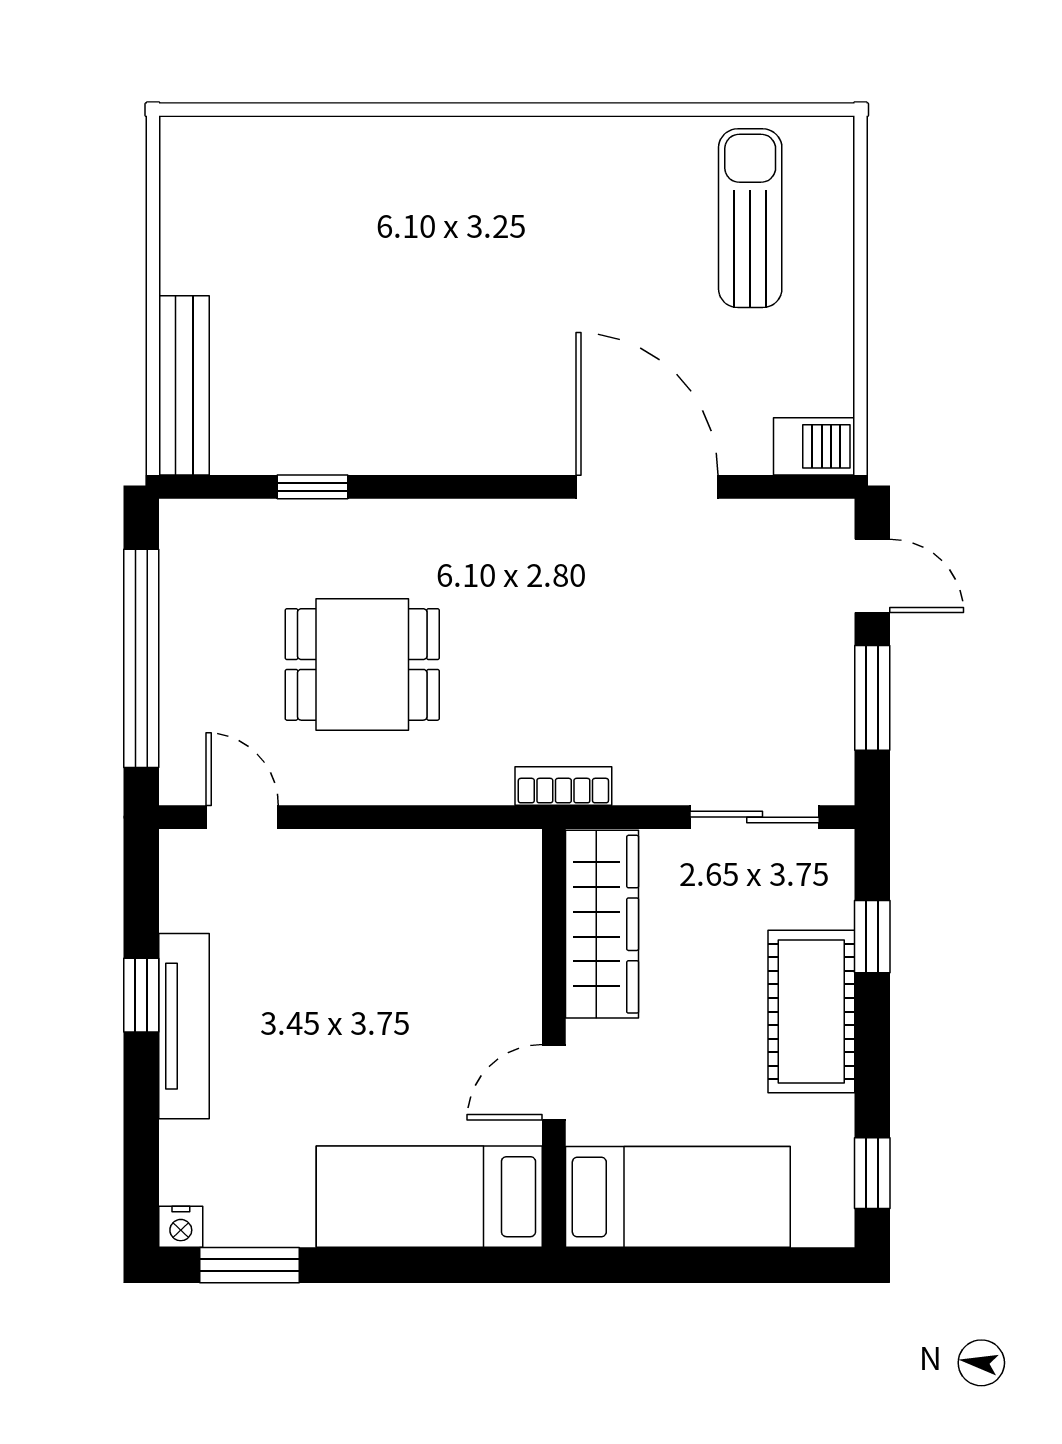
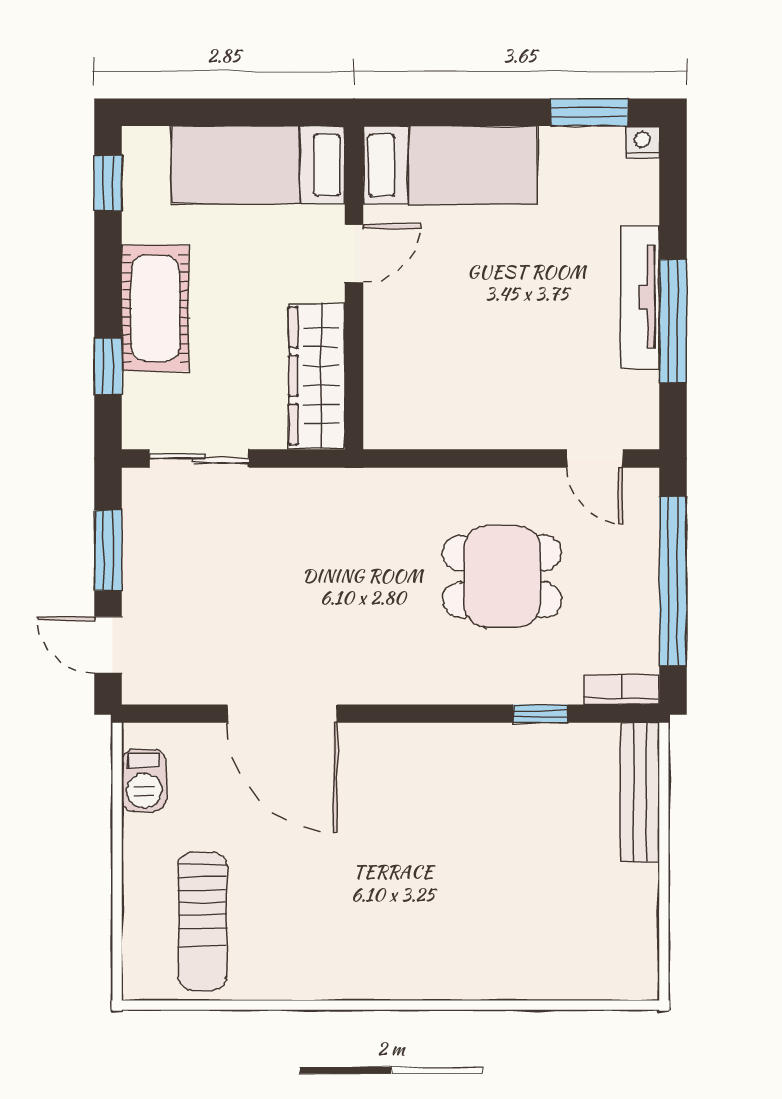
barbecue: (814, 446) -> (144, 781), moved, turned -90
bookcase: (563, 786) -> (622, 690), moved, turned 180
window: (141, 995) -> (673, 321), width x2.17

